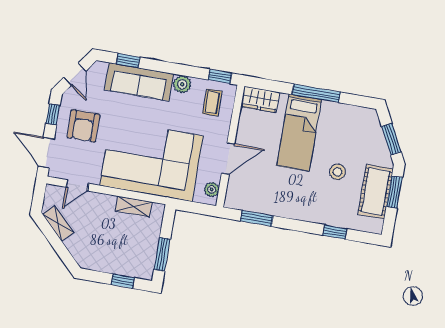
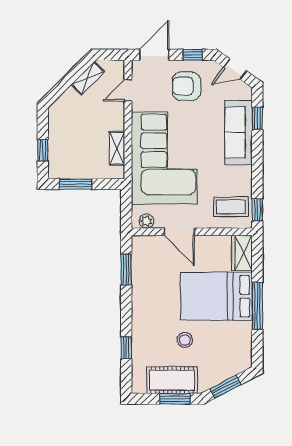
plant: (182, 84) -> (243, 175), removed
coffee table: (212, 102) -> (231, 207), width x1.36, depth x1.30
bed: (299, 133) -> (216, 296), width x1.50
door: (77, 185) -> (128, 90), hinge flipped

